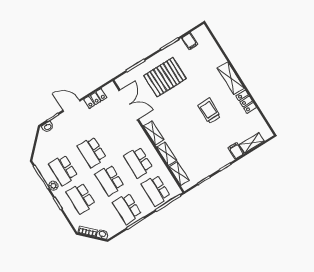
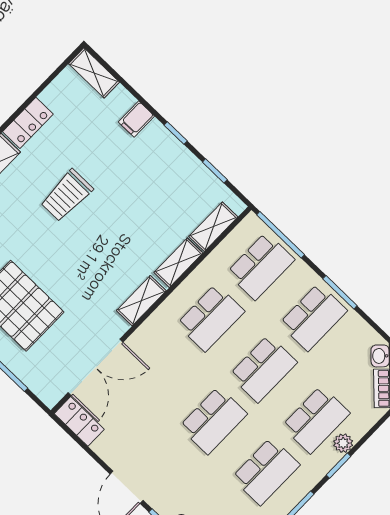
locker: (95, 99) -> (79, 421), moved
double door: (129, 105) -> (95, 367), swing flipped
shelving: (252, 143) -> (94, 73), moved
plant: (53, 186) -> (343, 443), moved

